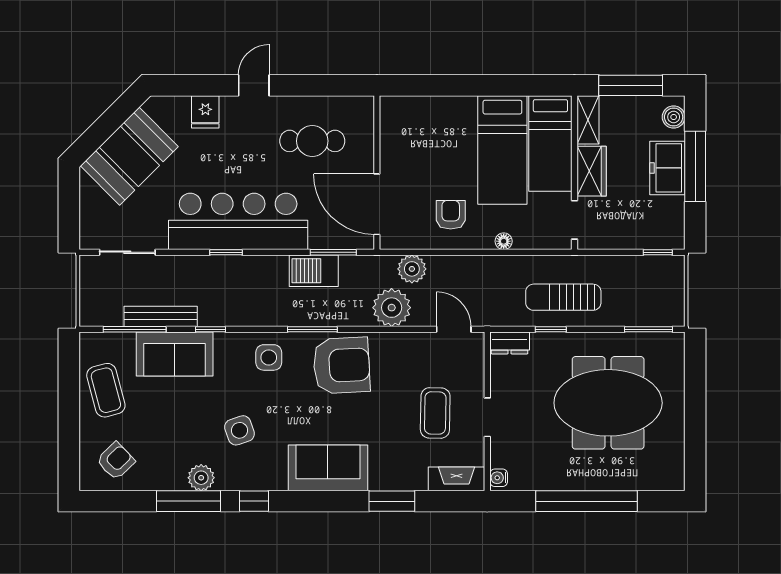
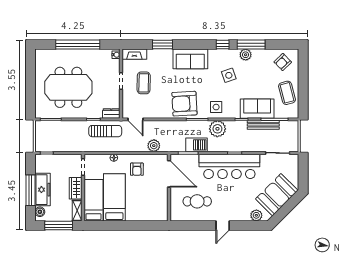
plant: (176, 109) -> (256, 215), added
fridge: (205, 112) -> (244, 214), removed
freezer: (667, 168) -> (43, 190), width x1.40
sun lounger: (563, 297) -> (105, 131), moved
plant: (392, 308) -> (217, 129), moved

